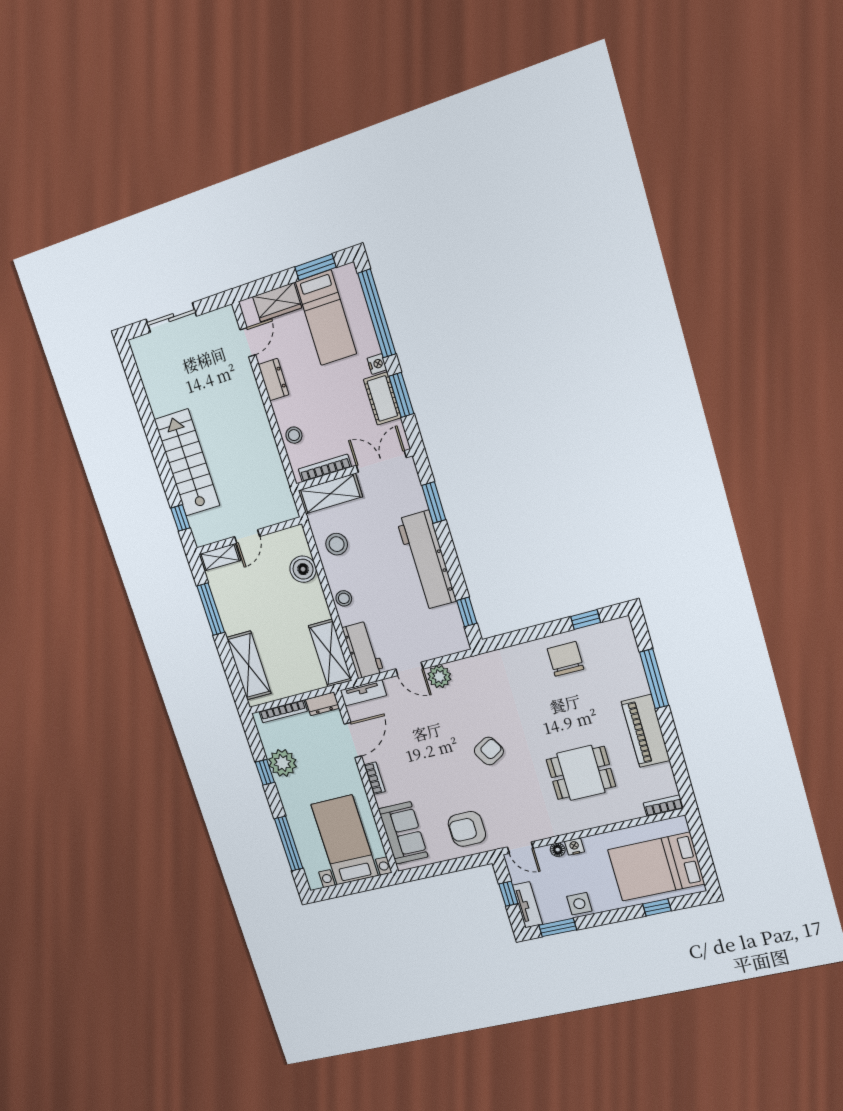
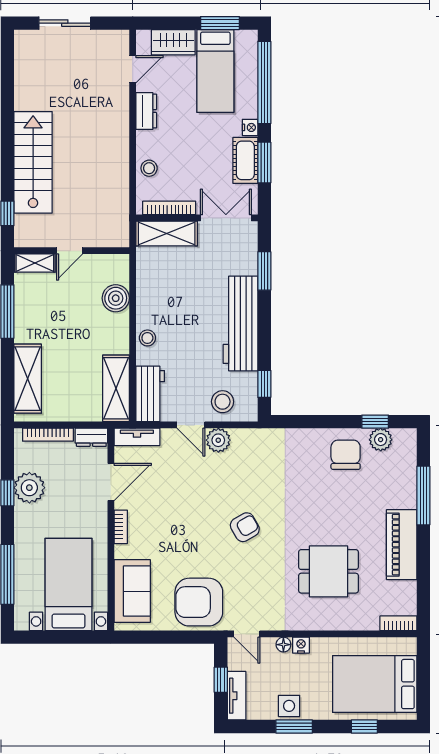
stool: (337, 544) -> (223, 402), moved
plant: (596, 636) -> (381, 440), added
armchair: (467, 829) -> (199, 602), width x1.36, depth x1.36
window: (558, 927) -> (294, 726), moved

